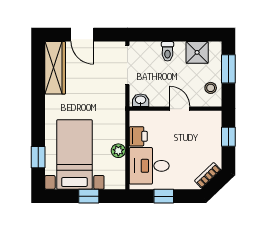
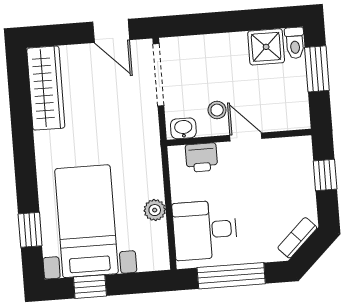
door: (82, 35) -> (111, 31), moved
toilet: (168, 51) -> (295, 43), moved
stool: (211, 88) -> (217, 110), moved
printer: (138, 136) -> (201, 157), moved, turned 90
window: (89, 196) -> (90, 287), moved
window: (164, 196) -> (231, 276), width x2.17

